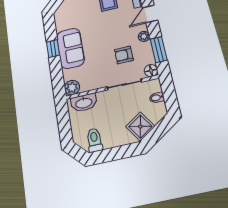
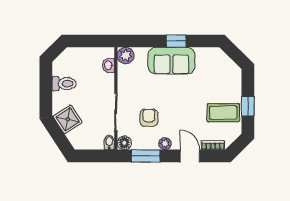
bidet: (157, 98) -> (109, 142), moved
washbasin: (84, 103) -> (108, 65), width x0.52, depth x0.69
toilet: (94, 140) -> (64, 84), moved

